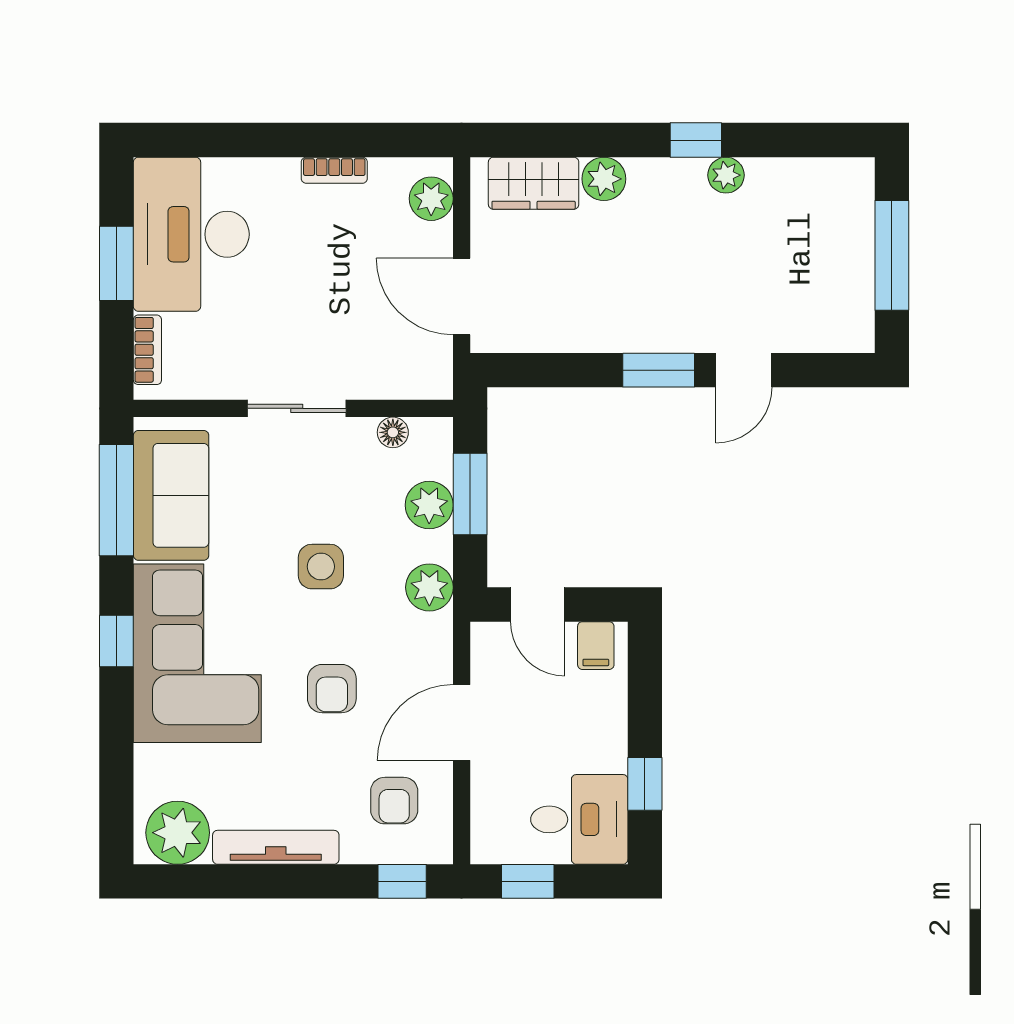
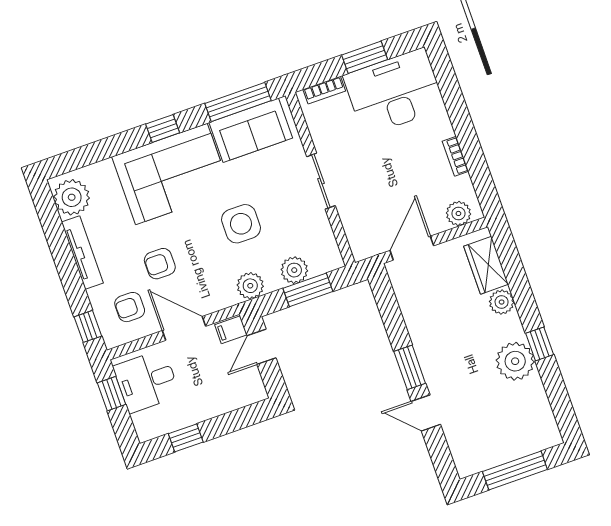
plant: (726, 175) -> (515, 361), width x1.88, depth x1.88
floor lamp: (393, 432) -> (326, 237), removed
side table: (321, 567) -> (241, 224), width x1.37, depth x1.37
filing cabinet: (596, 646) -> (231, 330), moved
armchair: (332, 689) -> (160, 264), moved
desk: (579, 819) -> (147, 381), moved, turned 90

